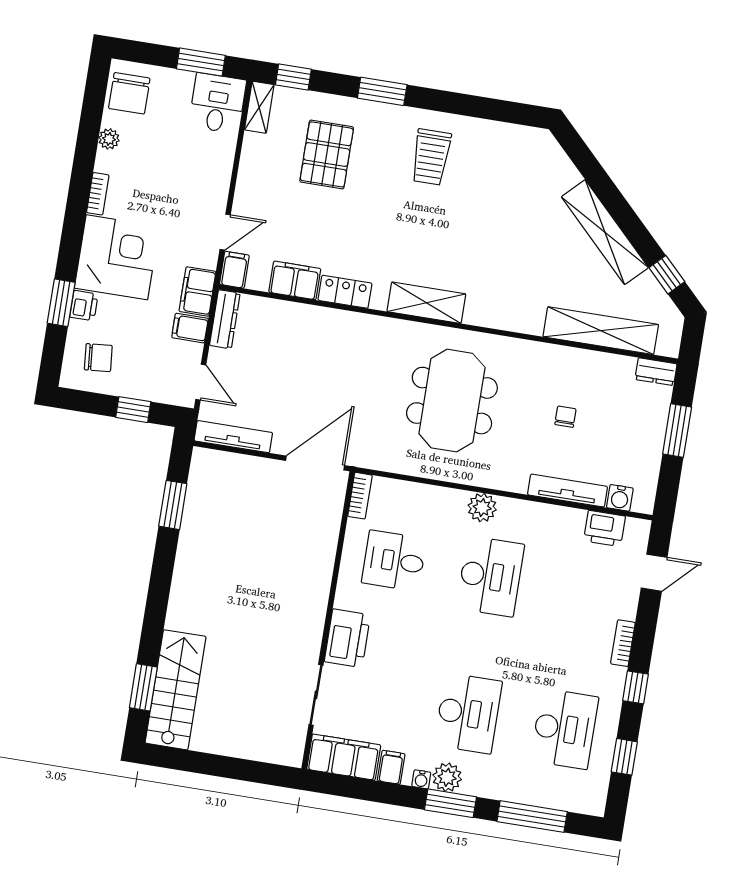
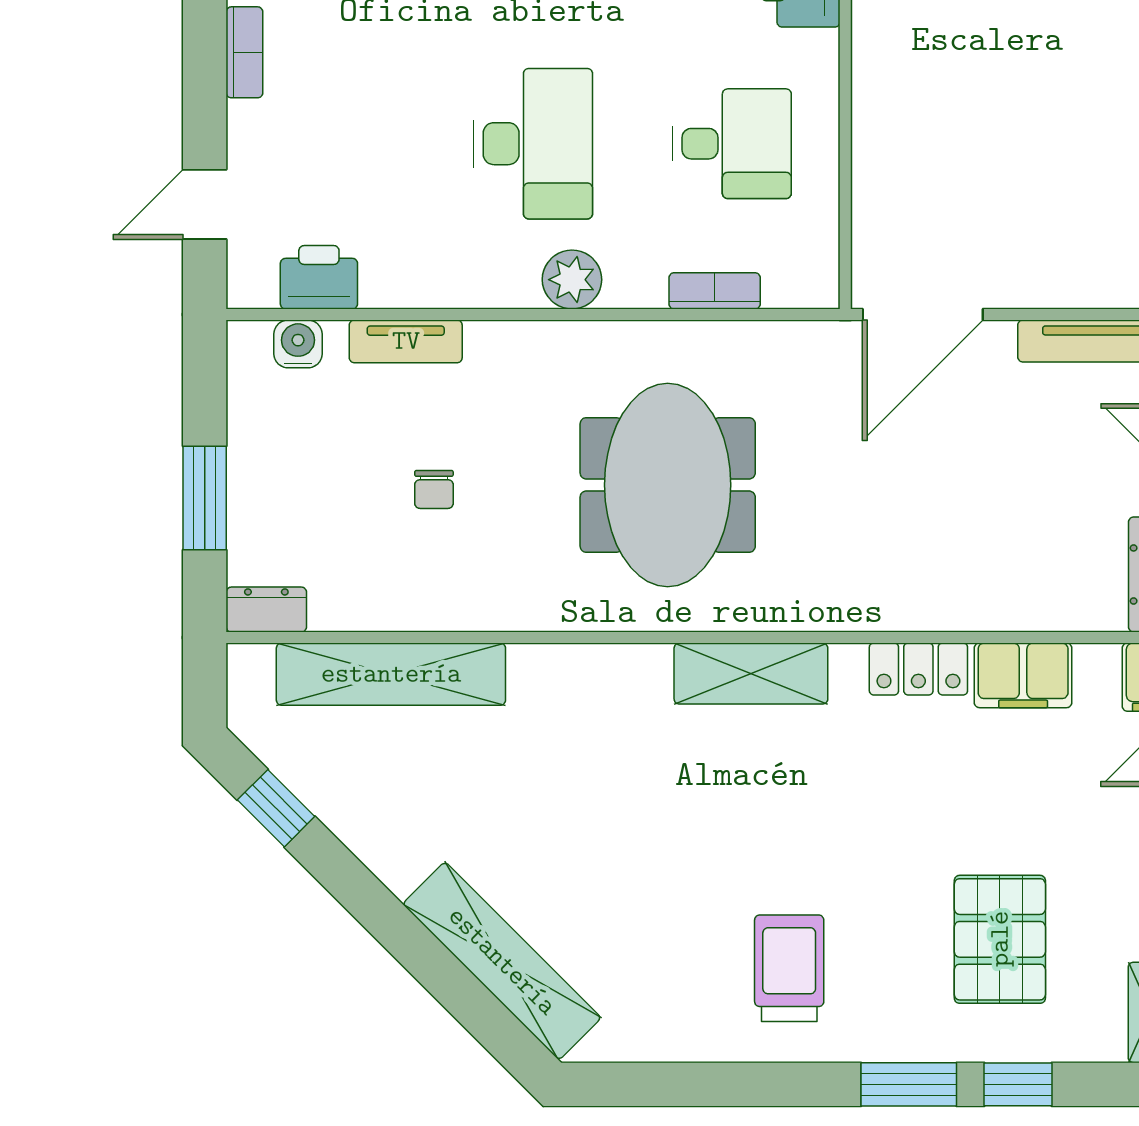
window: (293, 77) -> (1018, 1084), moved
shelving: (605, 232) -> (502, 961), moved
tv unit: (567, 491) -> (406, 341), width x0.71
bookcase: (360, 496) -> (715, 291), moved, turned 90
desk: (490, 576) -> (533, 144), turned 180

